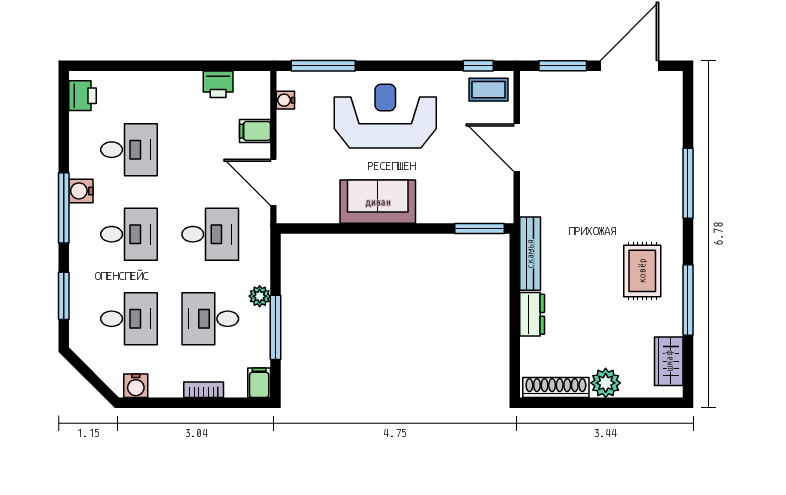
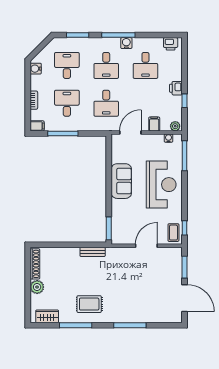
window: (205, 66) -> (185, 101), added
printer: (218, 84) -> (176, 88), moved
bench: (530, 254) -> (93, 252), width x0.73
plant: (260, 296) -> (175, 126), moved
dresser: (532, 314) -> (69, 253), removed
desk: (129, 319) -> (67, 65), turned 180

